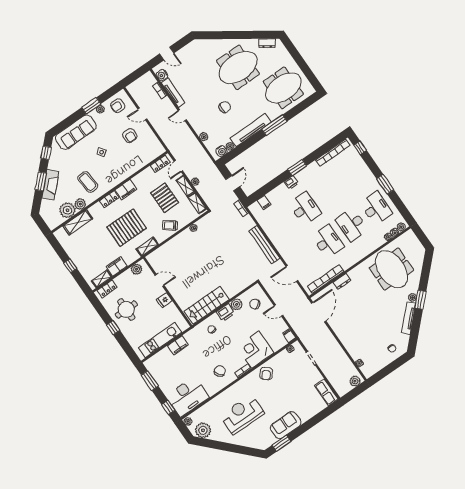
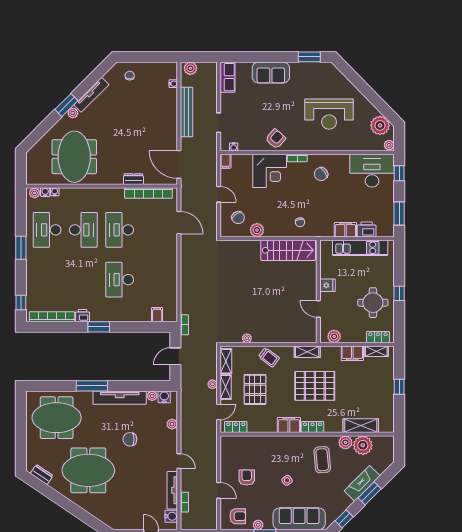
printer: (291, 183) -> (82, 316), moved
bench: (264, 245) -> (186, 112), moved
door: (319, 312) -> (179, 164), hinge flipped
printer: (225, 313) -> (367, 229), moved
sofa: (286, 425) -> (271, 73), moved

